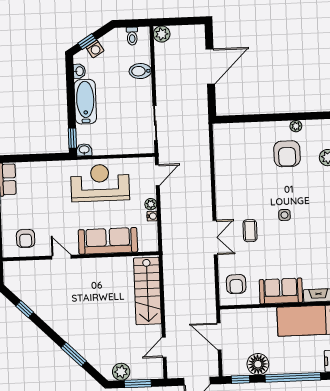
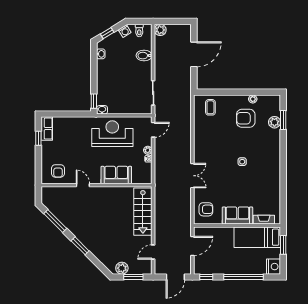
washing machine: (95, 49) -> (125, 31), moved
bathtub: (85, 102) -> (104, 76), removed
armchair: (287, 154) -> (246, 118), turned 90
coffee table: (250, 231) -> (210, 107), moved
sofa: (108, 241) -> (116, 175), width x0.73
armchair: (236, 284) -> (206, 209), turned -90
window: (25, 309) -> (55, 221), width x2.17
door: (219, 336) -> (192, 246), swing flipped
window: (74, 354) -> (80, 246), moved
floor lamp: (258, 364) -> (219, 267), removed

